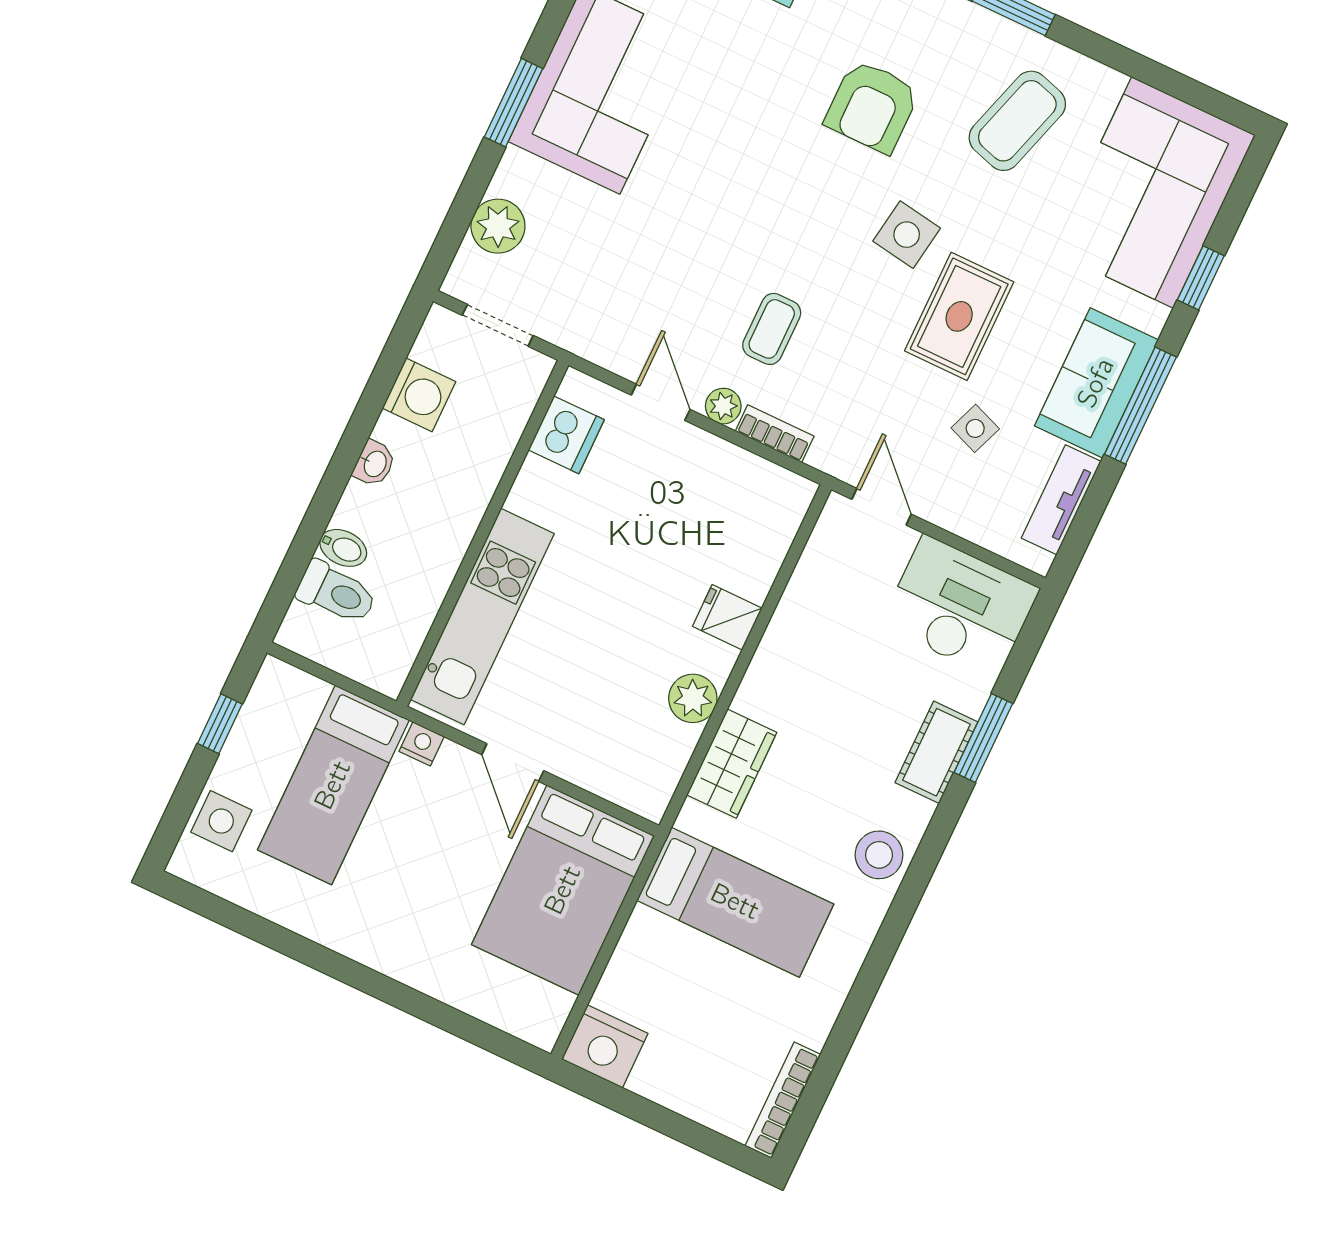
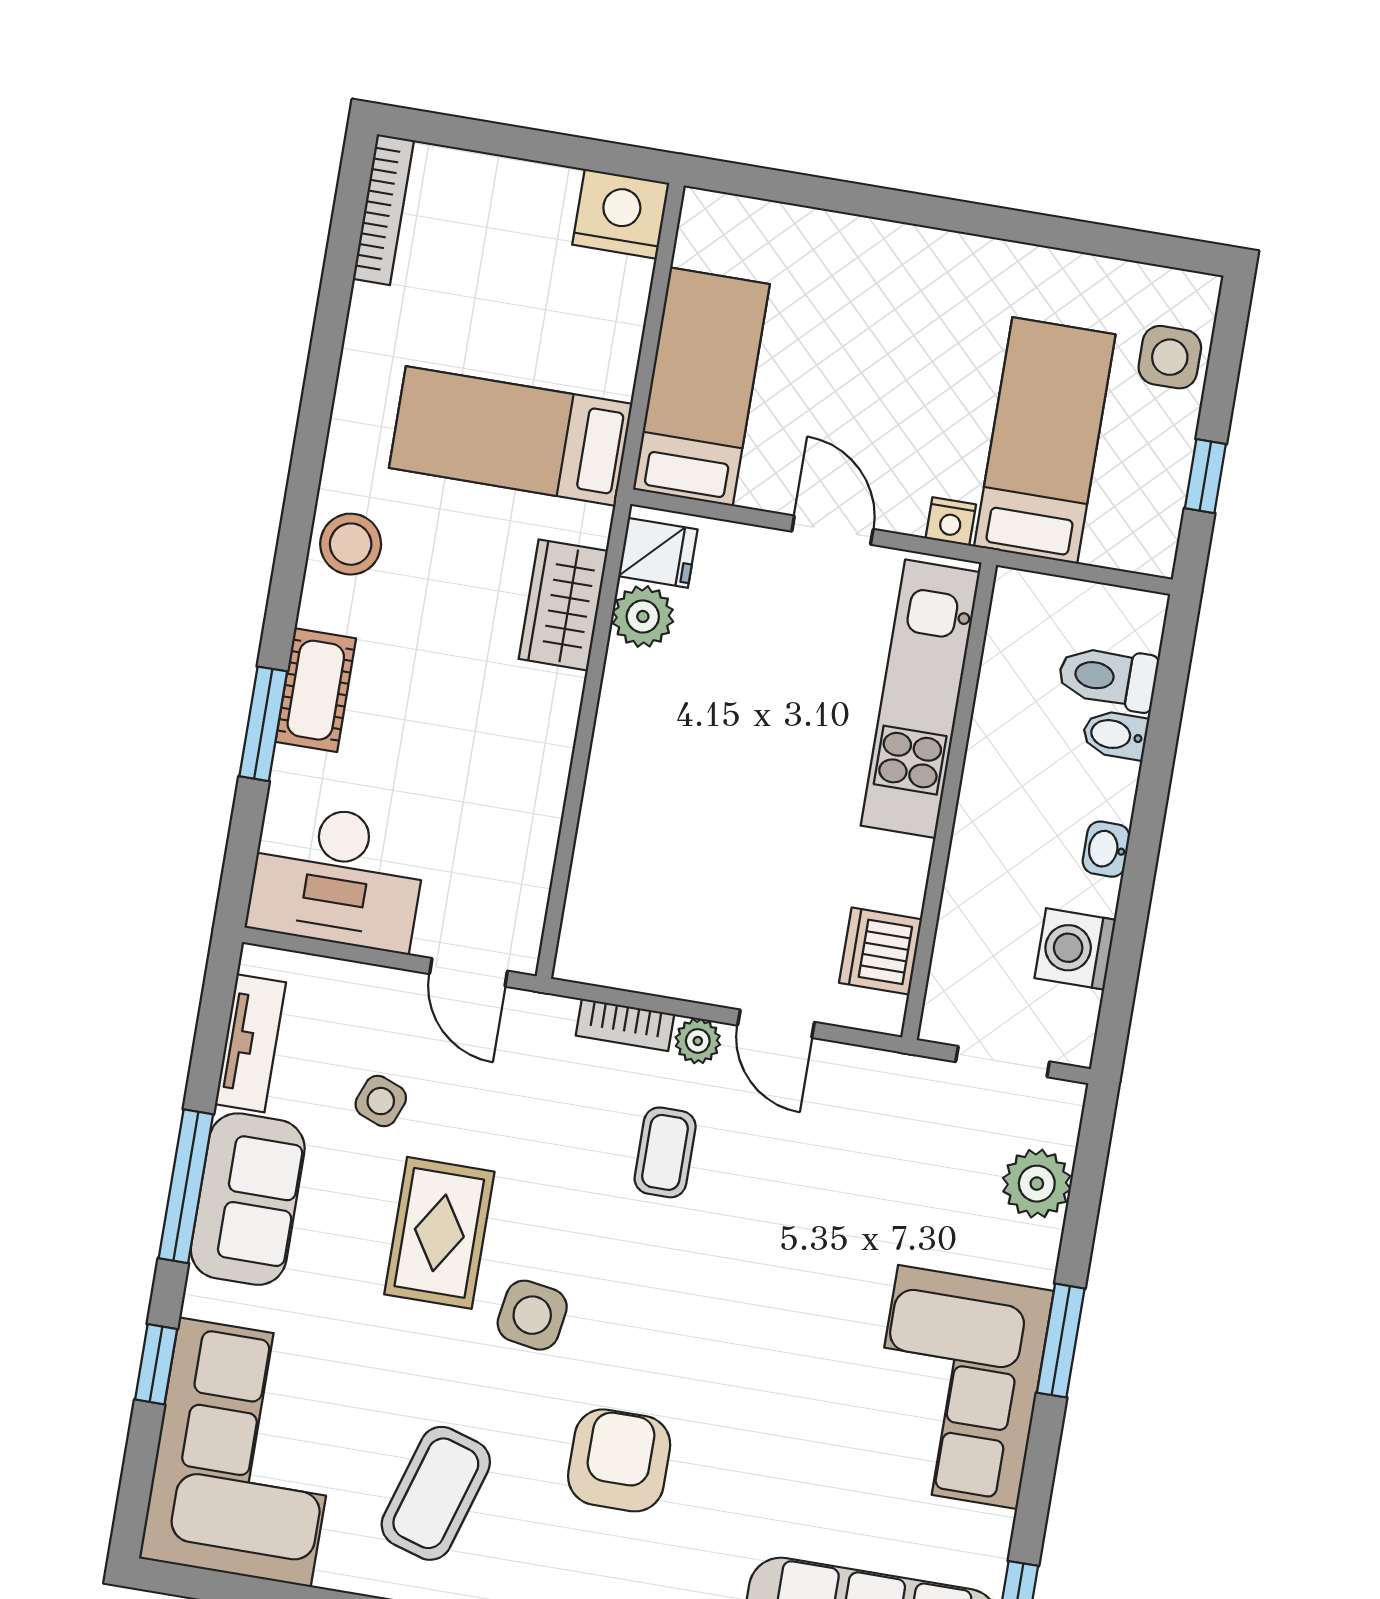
fridge: (727, 617) -> (658, 553), moved
plant: (693, 698) -> (643, 616), moved
bed: (563, 890) -> (701, 387), width x0.67

